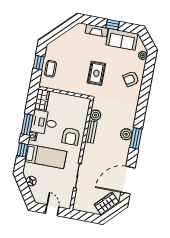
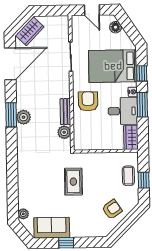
fireplace: (97, 31) -> (83, 232), removed
armchair: (131, 79) -> (112, 209), moved
bed: (46, 156) -> (113, 66), width x1.50
floor lamp: (31, 181) -> (116, 27), moved

